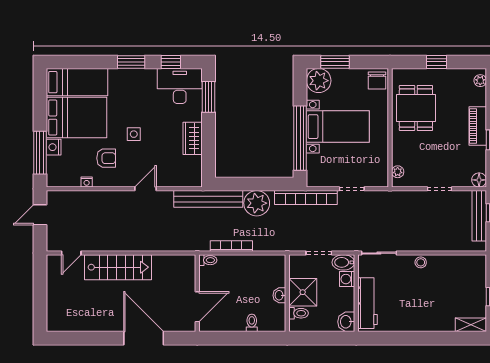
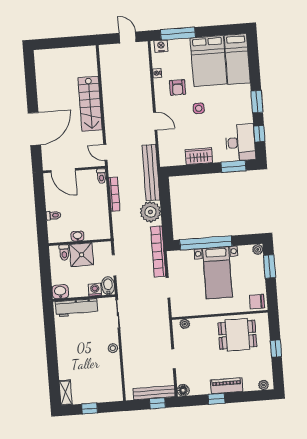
plant: (319, 81) -> (258, 249), width x0.53, depth x0.53
nightstand: (54, 147) -> (161, 46), moved
door: (71, 253) -> (105, 152), moved

